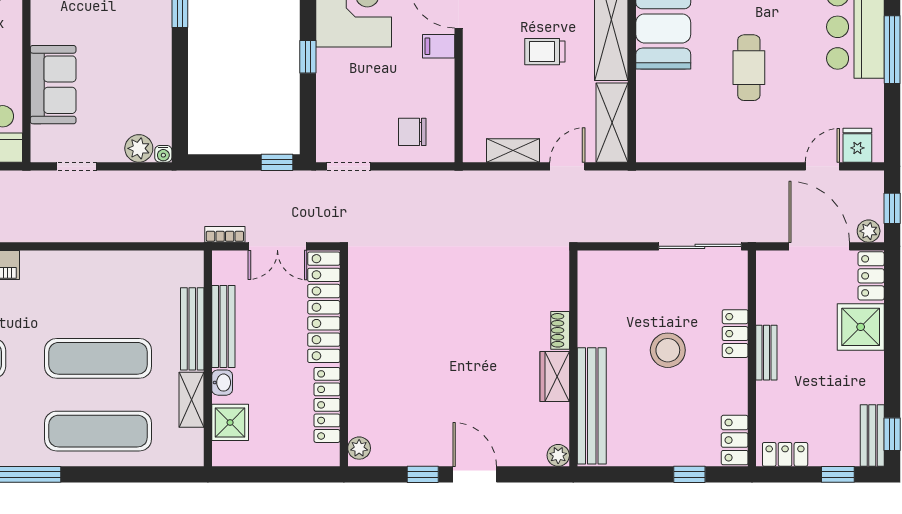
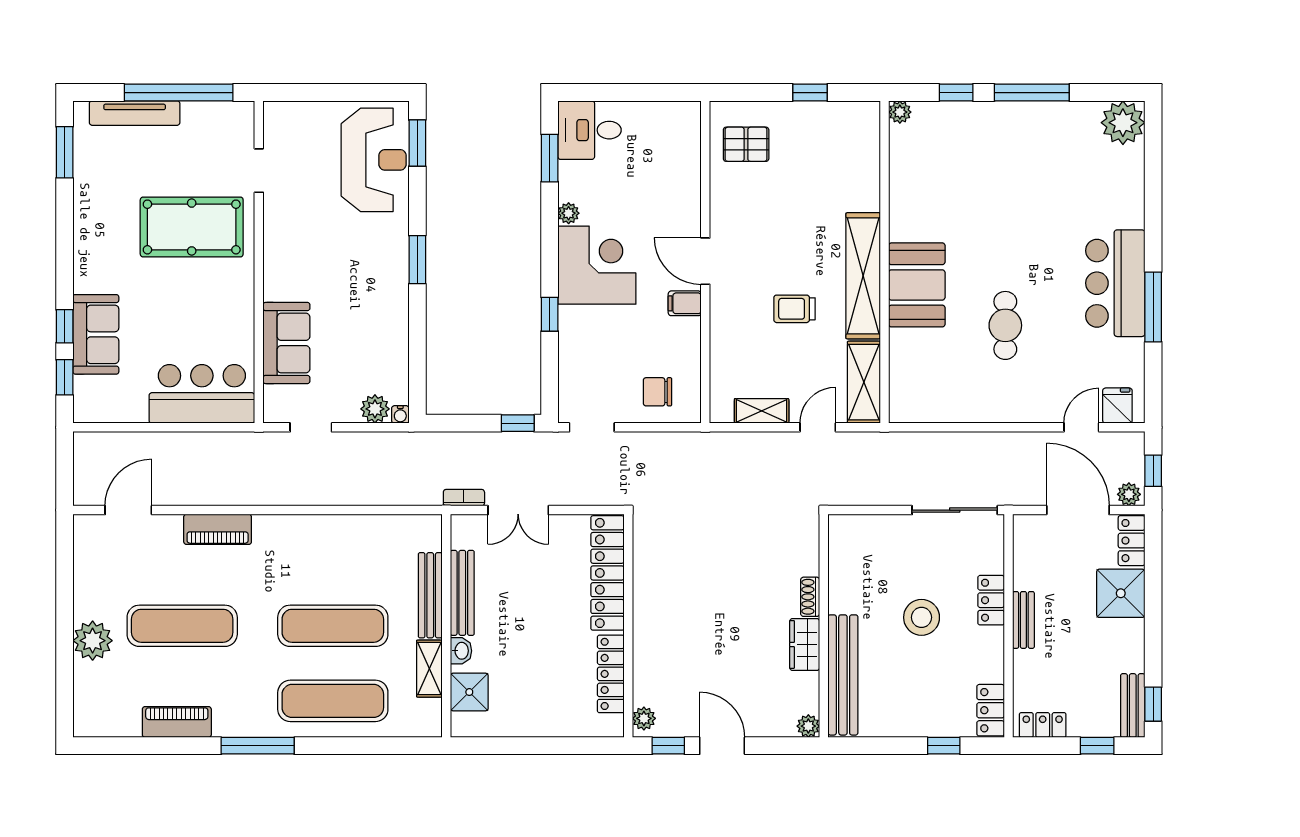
locker: (324, 307) -> (607, 573), moved
wall: (344, 358) -> (628, 626), moved
locker: (327, 405) -> (611, 674), moved
plant: (359, 448) -> (644, 718), moved

